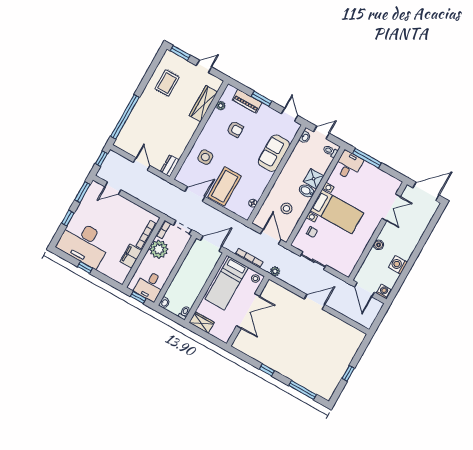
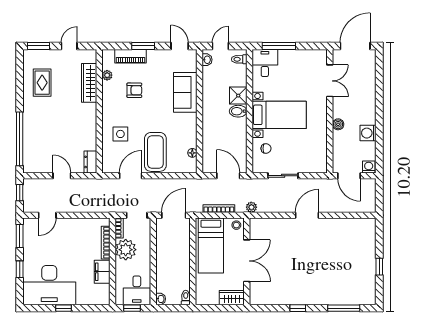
stool: (286, 208) -> (228, 139), removed
wardrobe: (202, 322) -> (232, 298), moved

